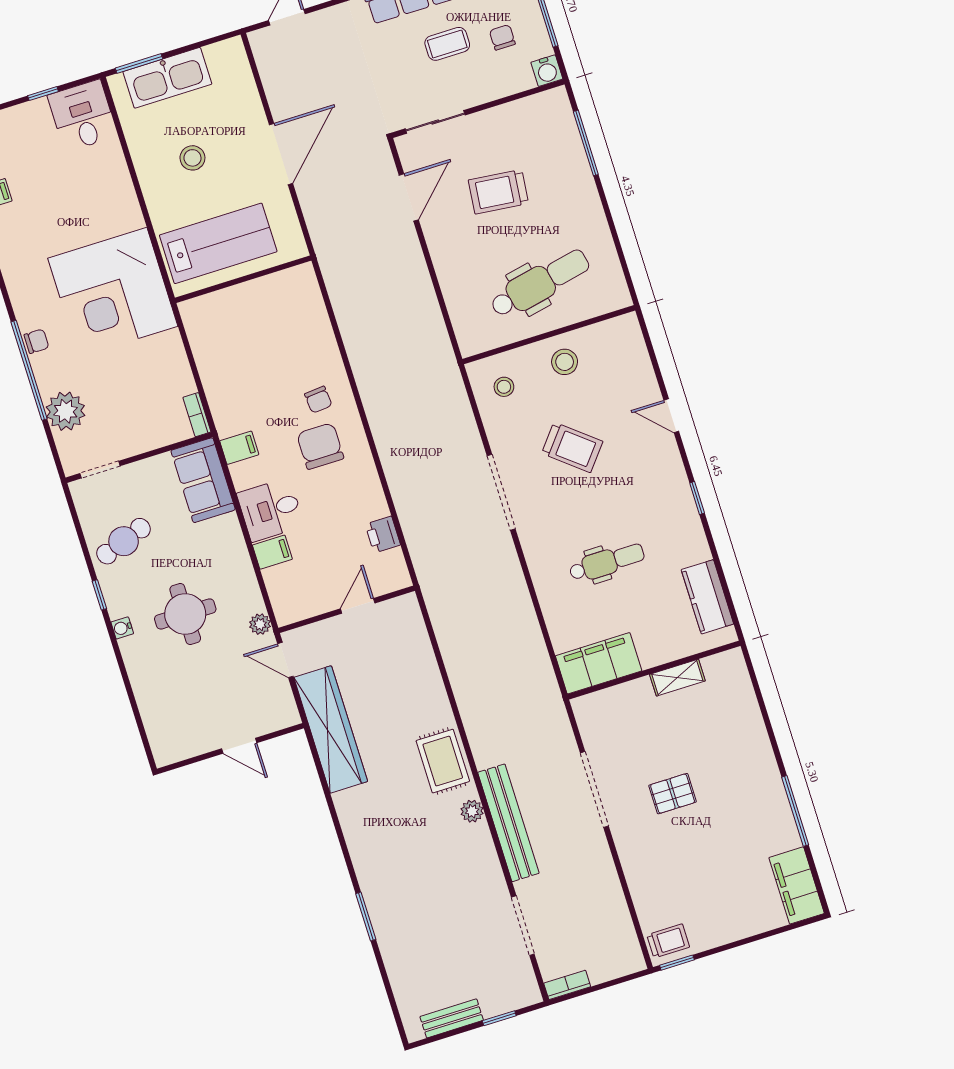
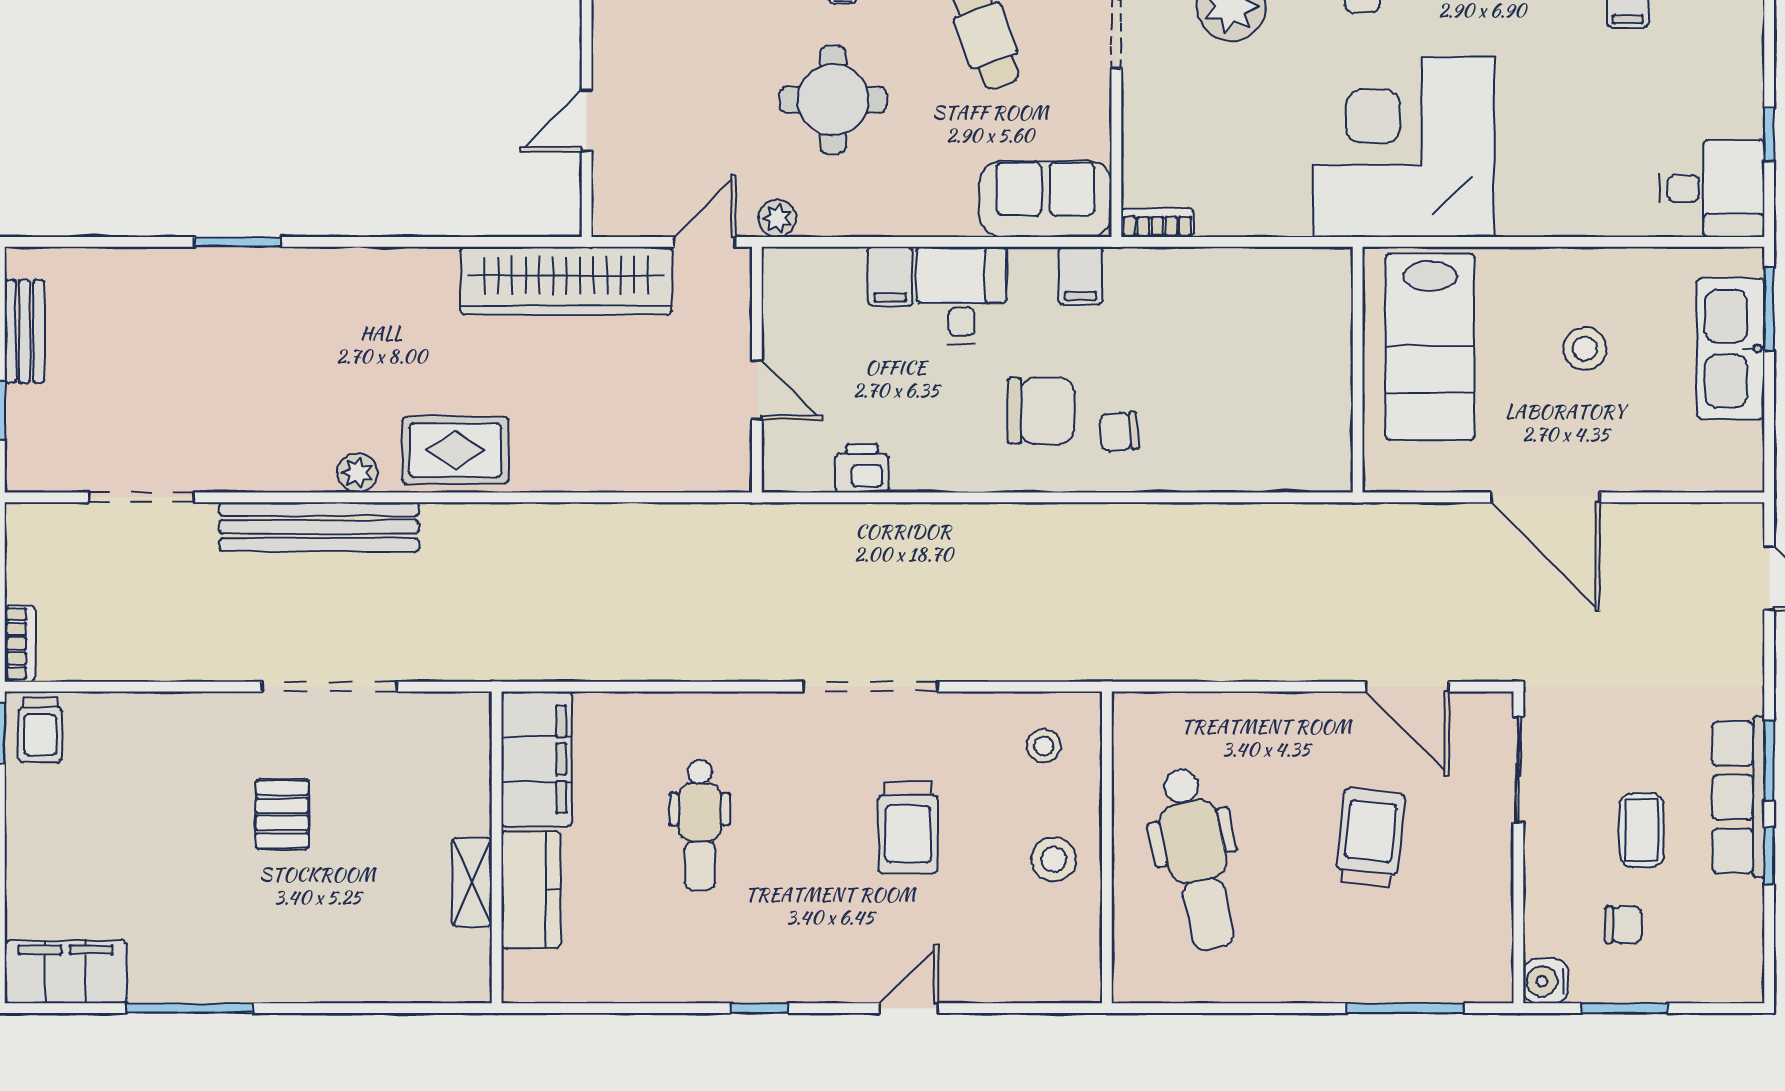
trolley: (572, 447) -> (908, 828), turned -39
kitchen counter: (707, 597) -> (531, 890), moved, turned 90
bookcase: (567, 985) -> (20, 644), moved

